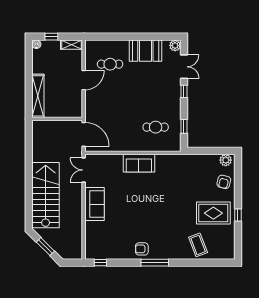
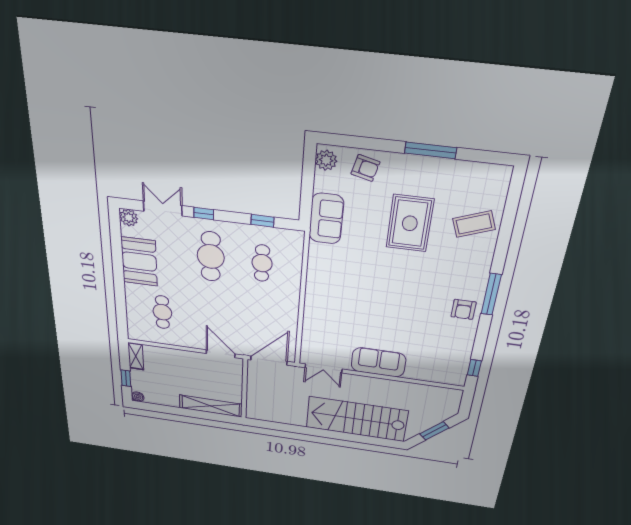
door: (84, 80) -> (221, 354), moved
cafe table: (156, 96) -> (211, 256), added
sofa: (139, 163) -> (326, 219), moved
rug: (213, 213) -> (410, 223), moved
window: (238, 215) -> (431, 150), width x2.17

